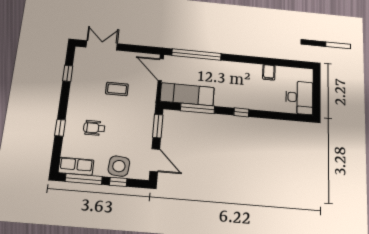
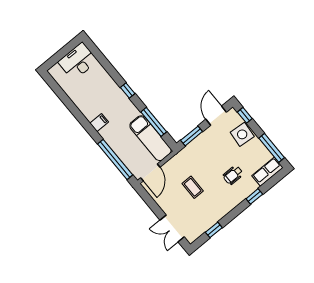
filing cabinet: (269, 72) -> (99, 123), moved
wheelchair: (94, 128) -> (233, 175), turned 90
row of seats: (76, 166) -> (267, 172), moved, turned 90
window: (118, 182) -> (245, 115), moved

